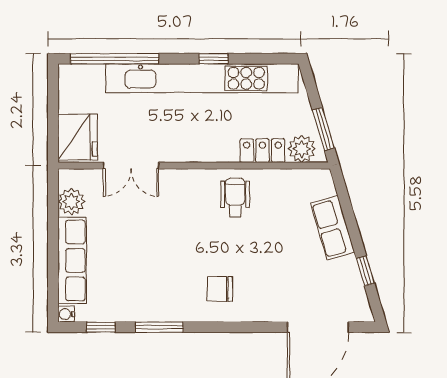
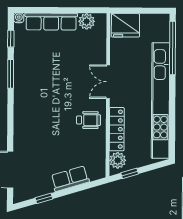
window: (214, 59) -> (172, 107), removed
window: (323, 129) -> (130, 173), width x0.67
locker: (262, 151) -> (117, 129), width x1.53
double door: (131, 166) -> (108, 82), moved
chair: (220, 289) -> (34, 111), removed

